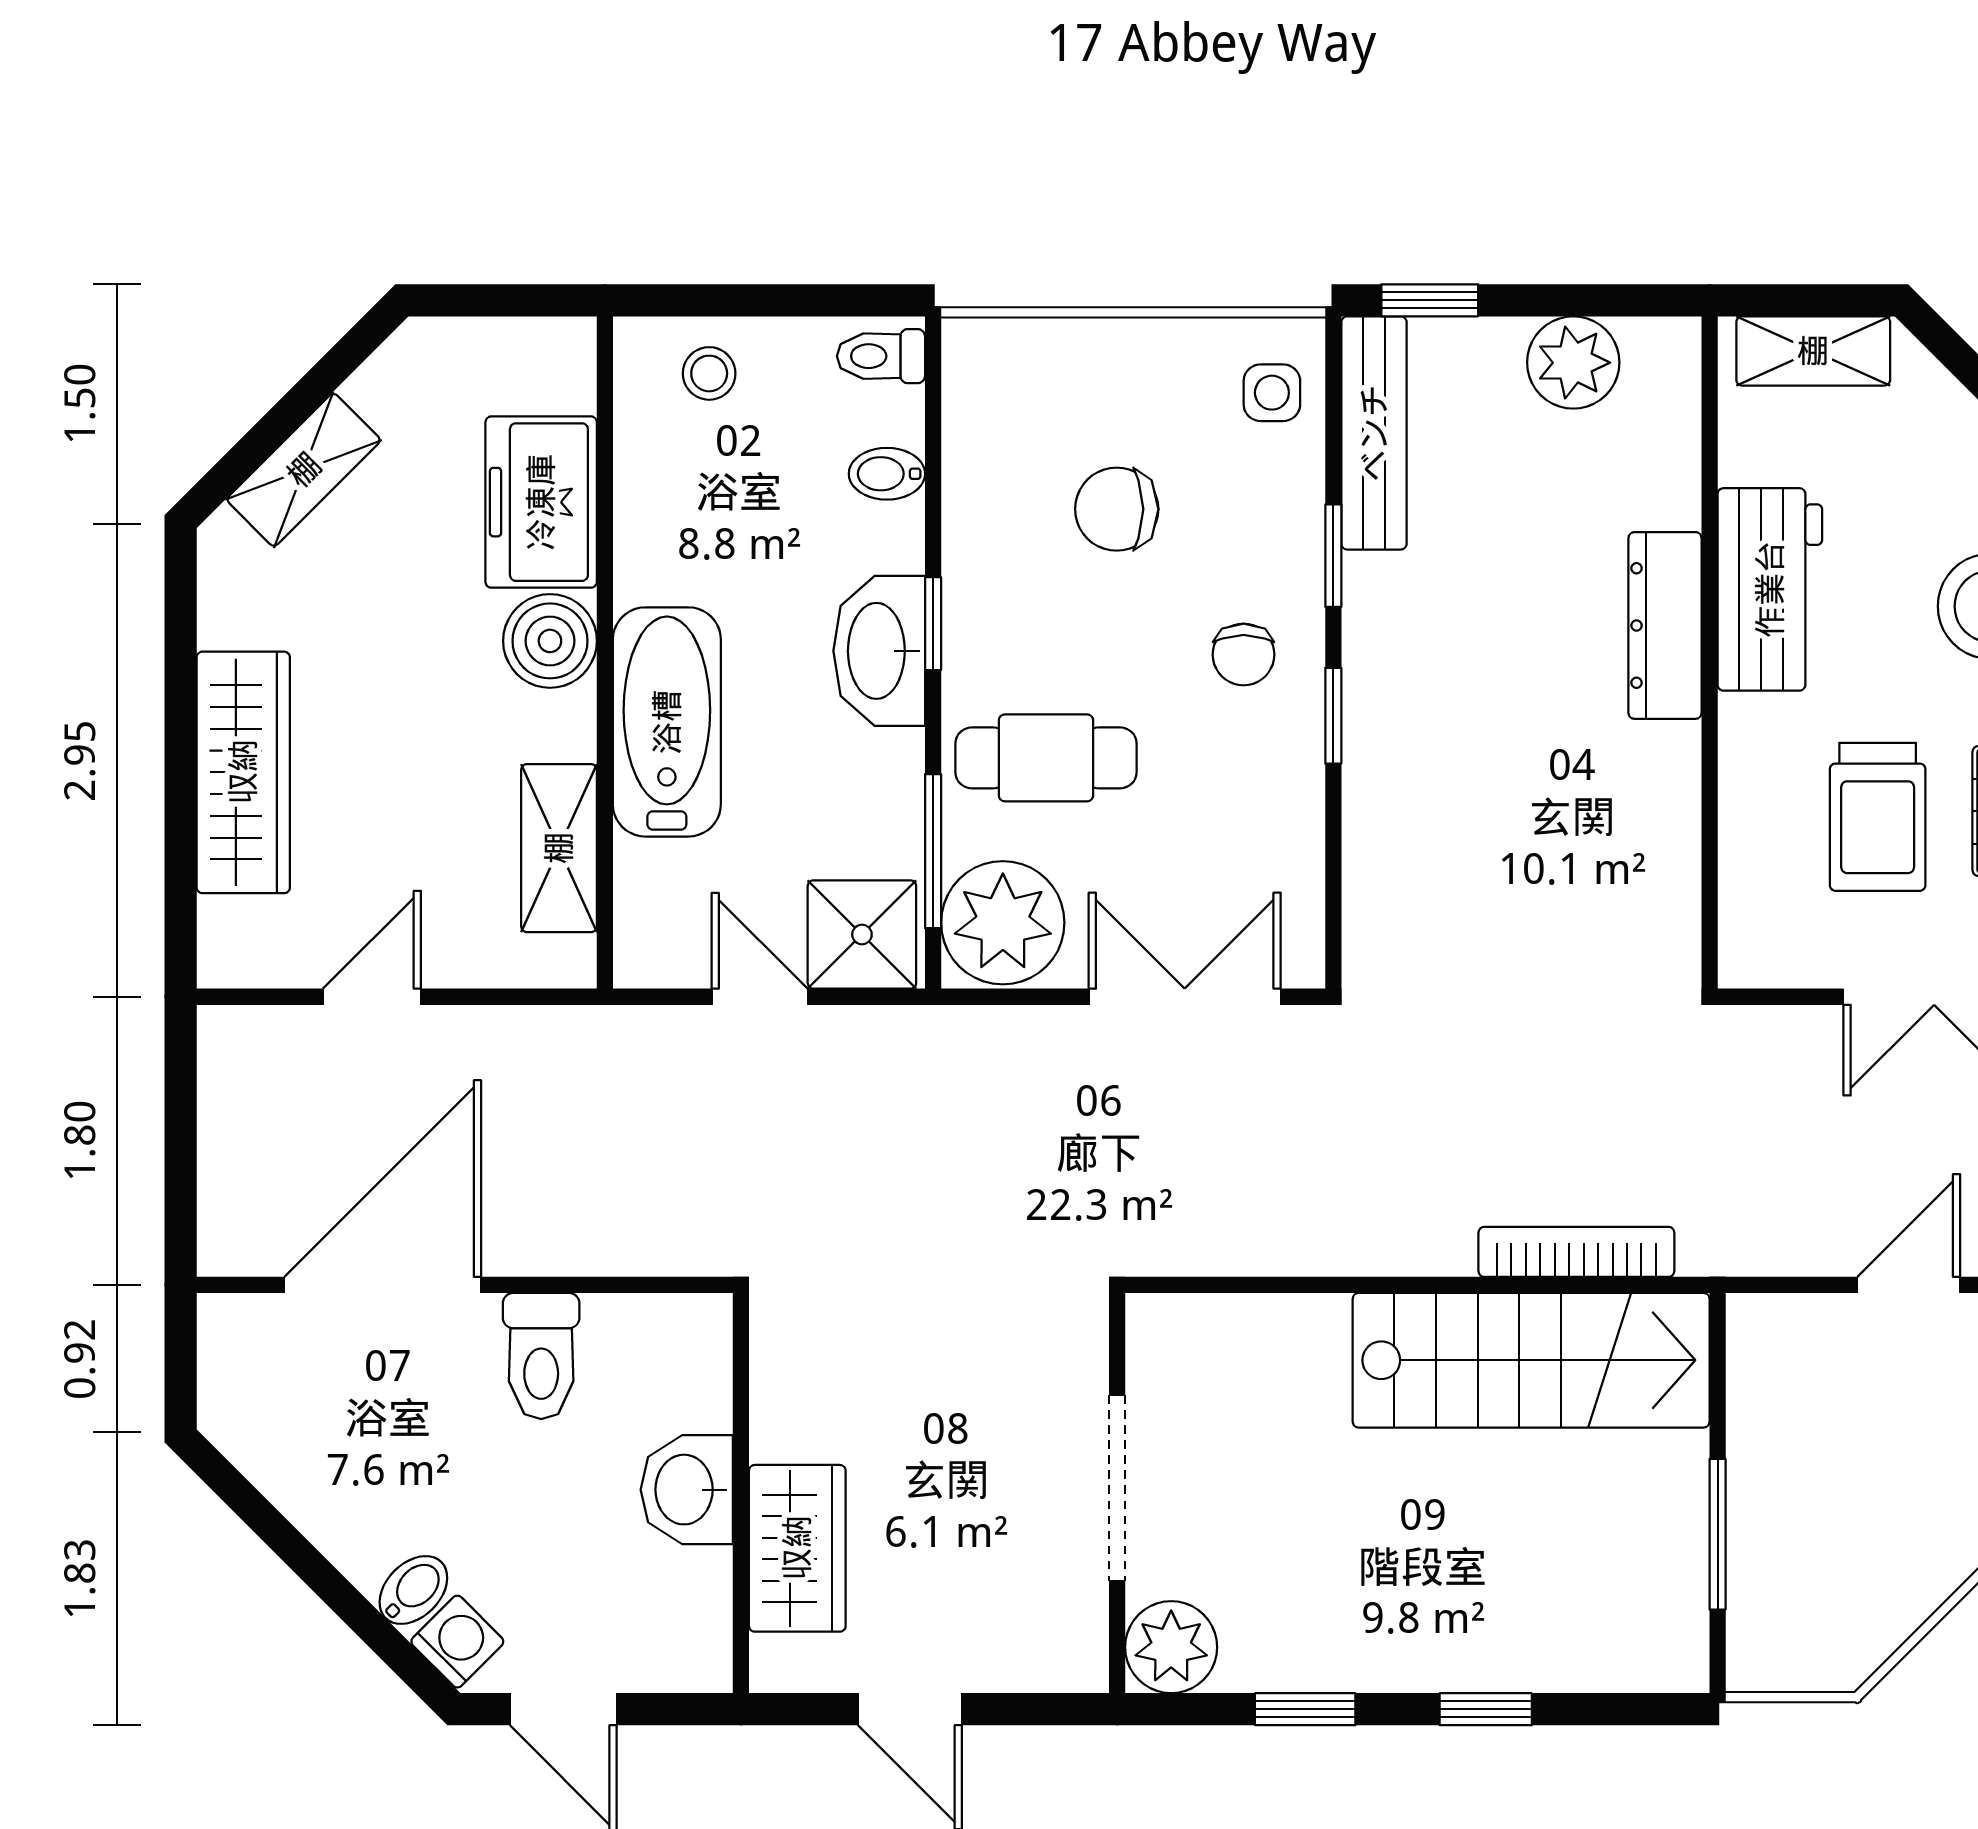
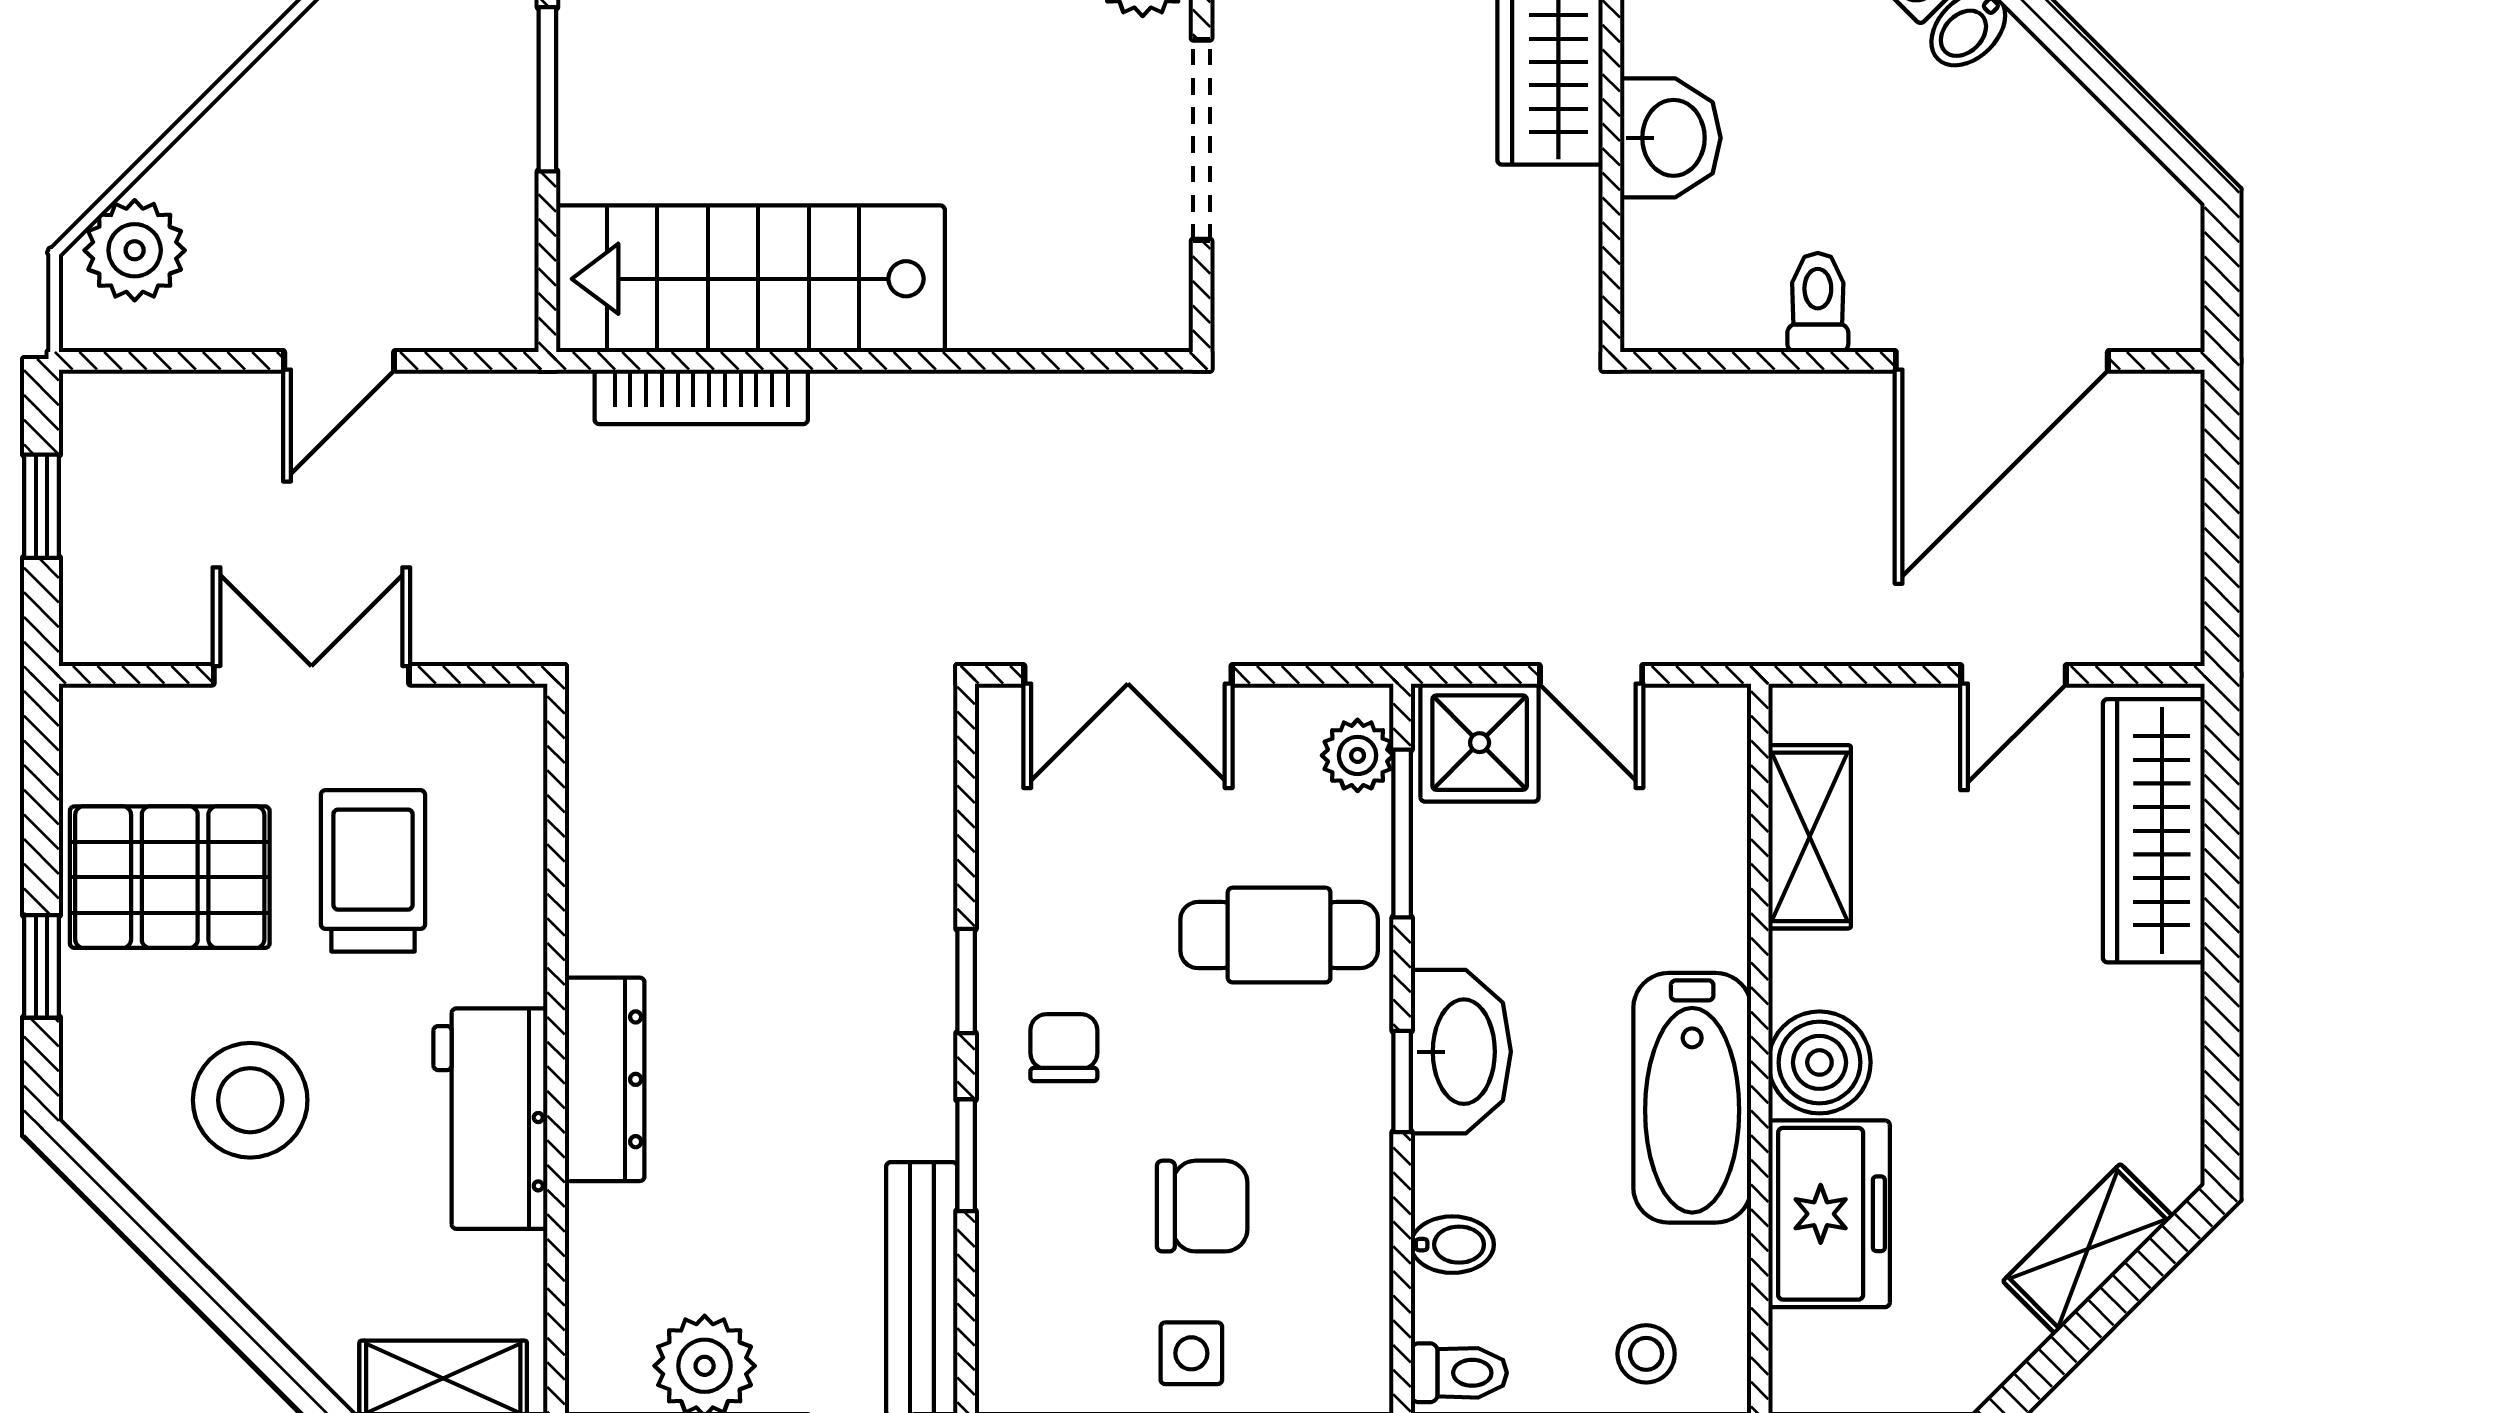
side table: (1272, 393) -> (1191, 1353), moved
bathtub: (667, 722) -> (1692, 1098), moved
wardrobe: (243, 772) -> (2154, 831), moved
plant: (1003, 923) -> (1358, 755), width x0.53, depth x0.53
toilet: (541, 1356) -> (1818, 303), width x0.73, depth x0.72

